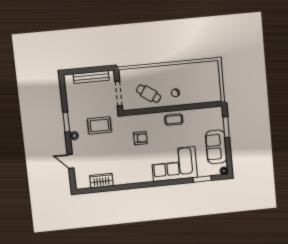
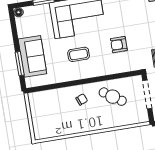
coffee table: (174, 120) -> (79, 54), moved
sofa: (216, 147) -> (32, 56), moved

